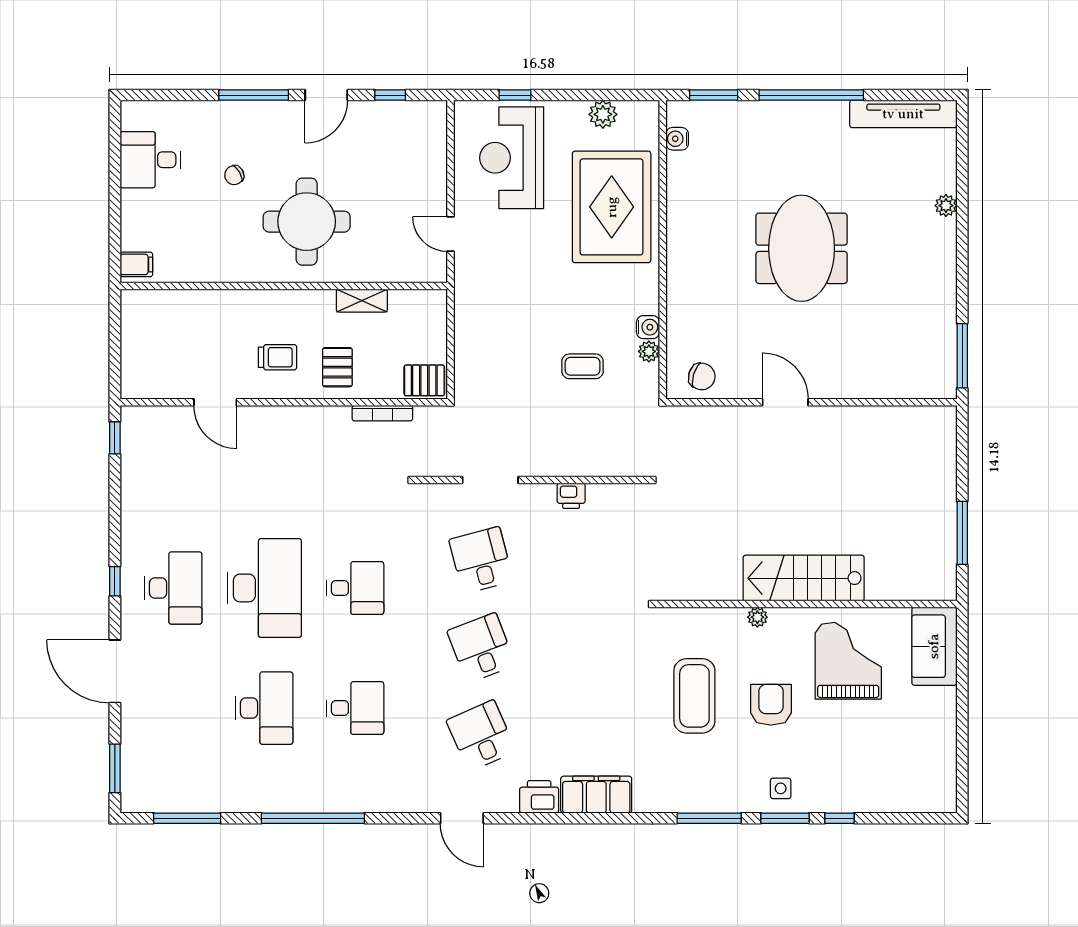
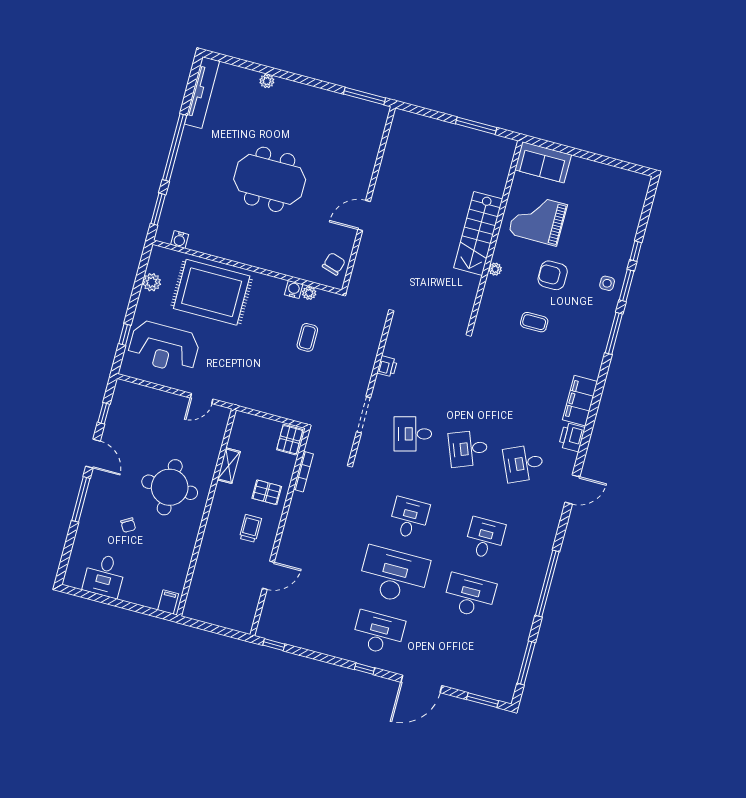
coffee table: (694, 696) -> (534, 322), width x0.54, depth x0.58

